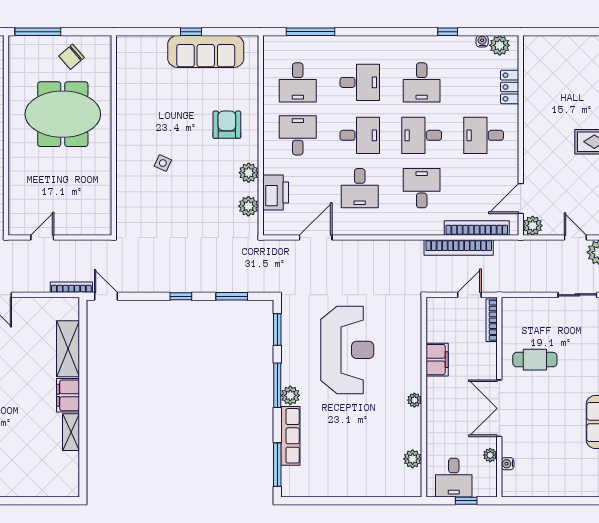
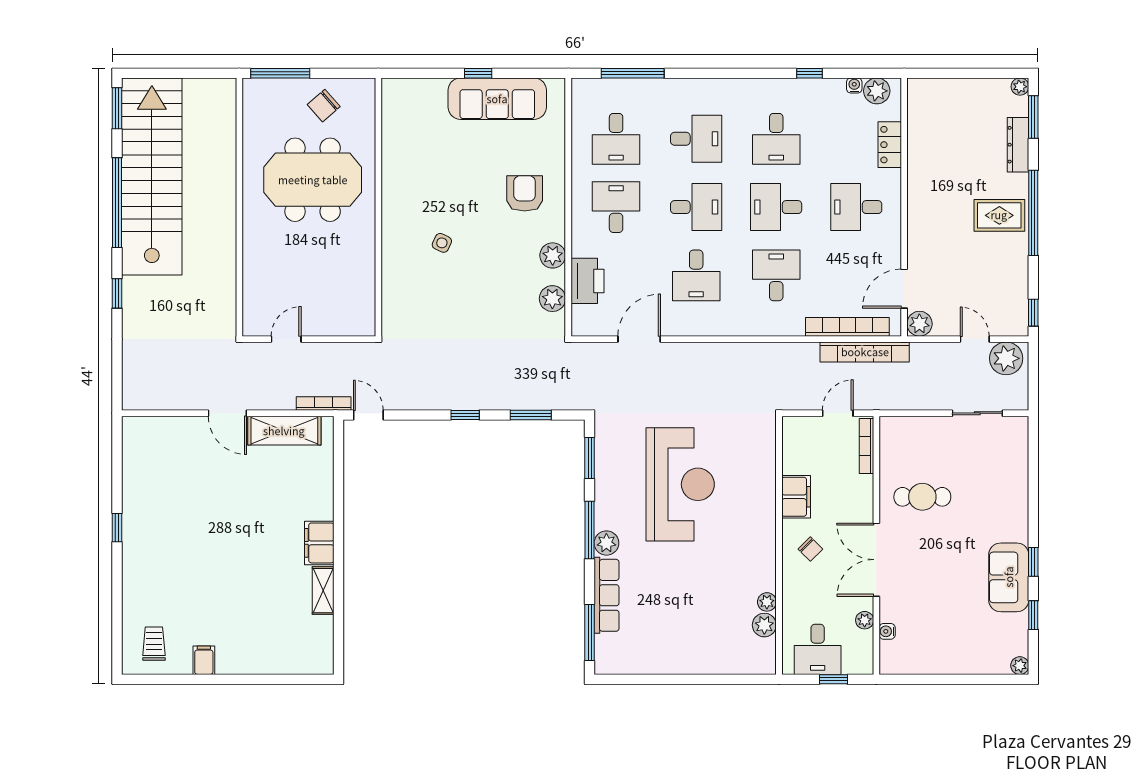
bookcase: (459, 247) -> (865, 352), moved
shelving: (68, 349) -> (284, 431), moved, turned 90
plant: (414, 400) -> (767, 602), moved
chair: (448, 400) -> (810, 549), added

